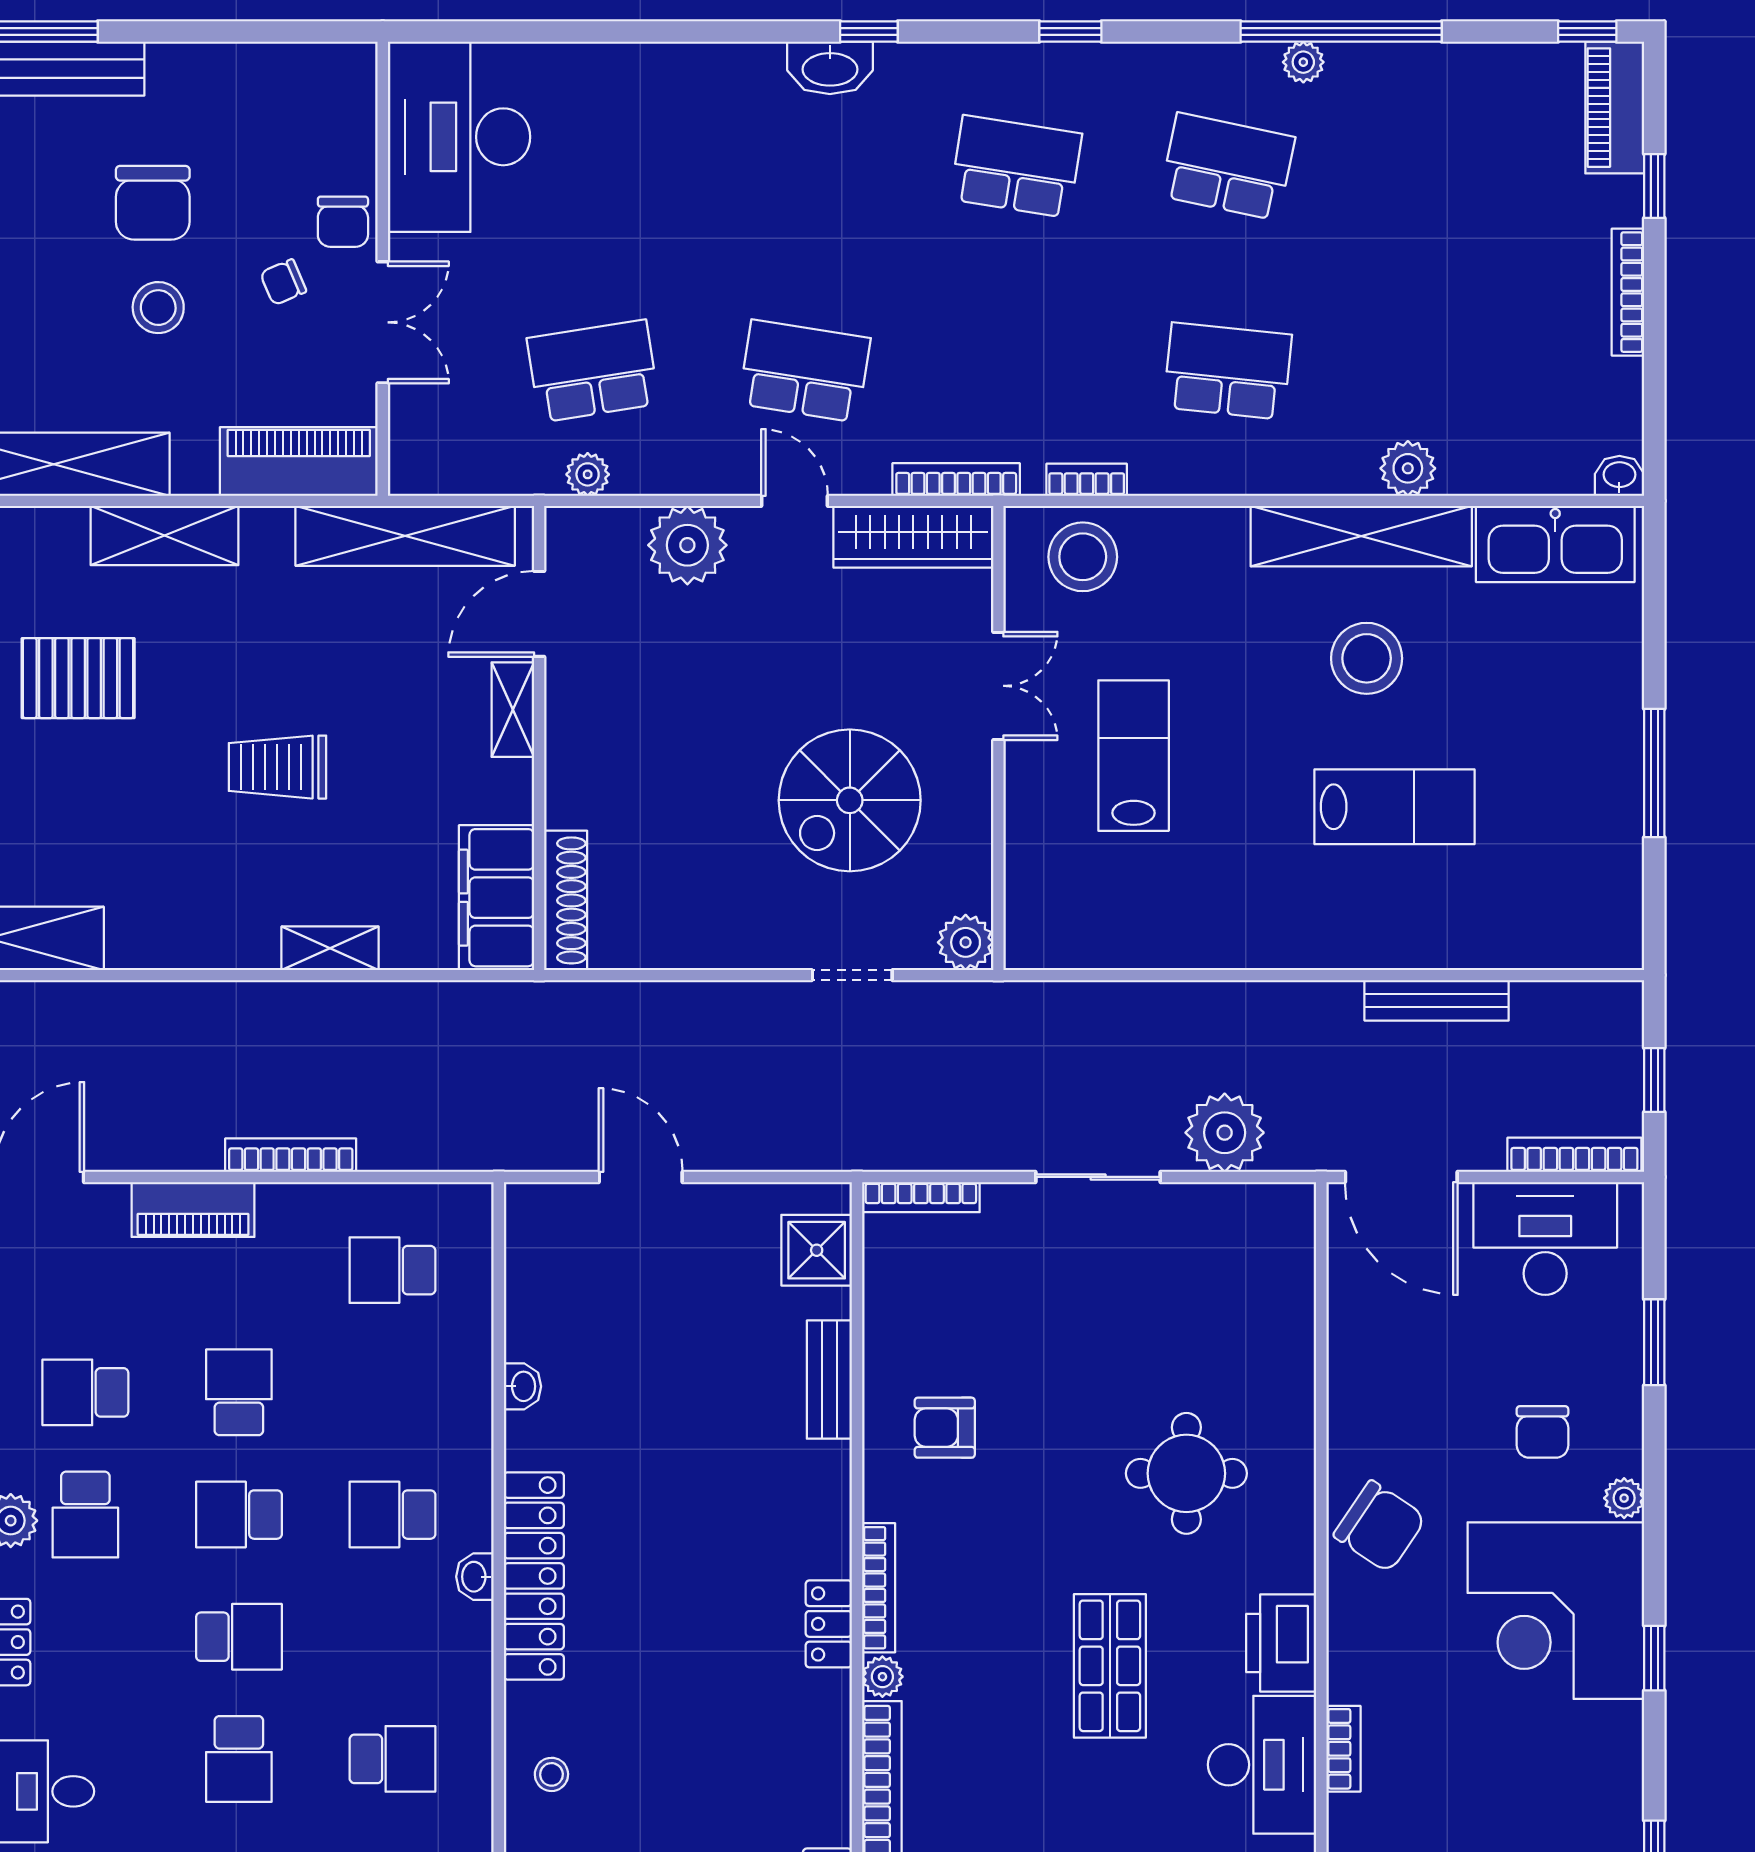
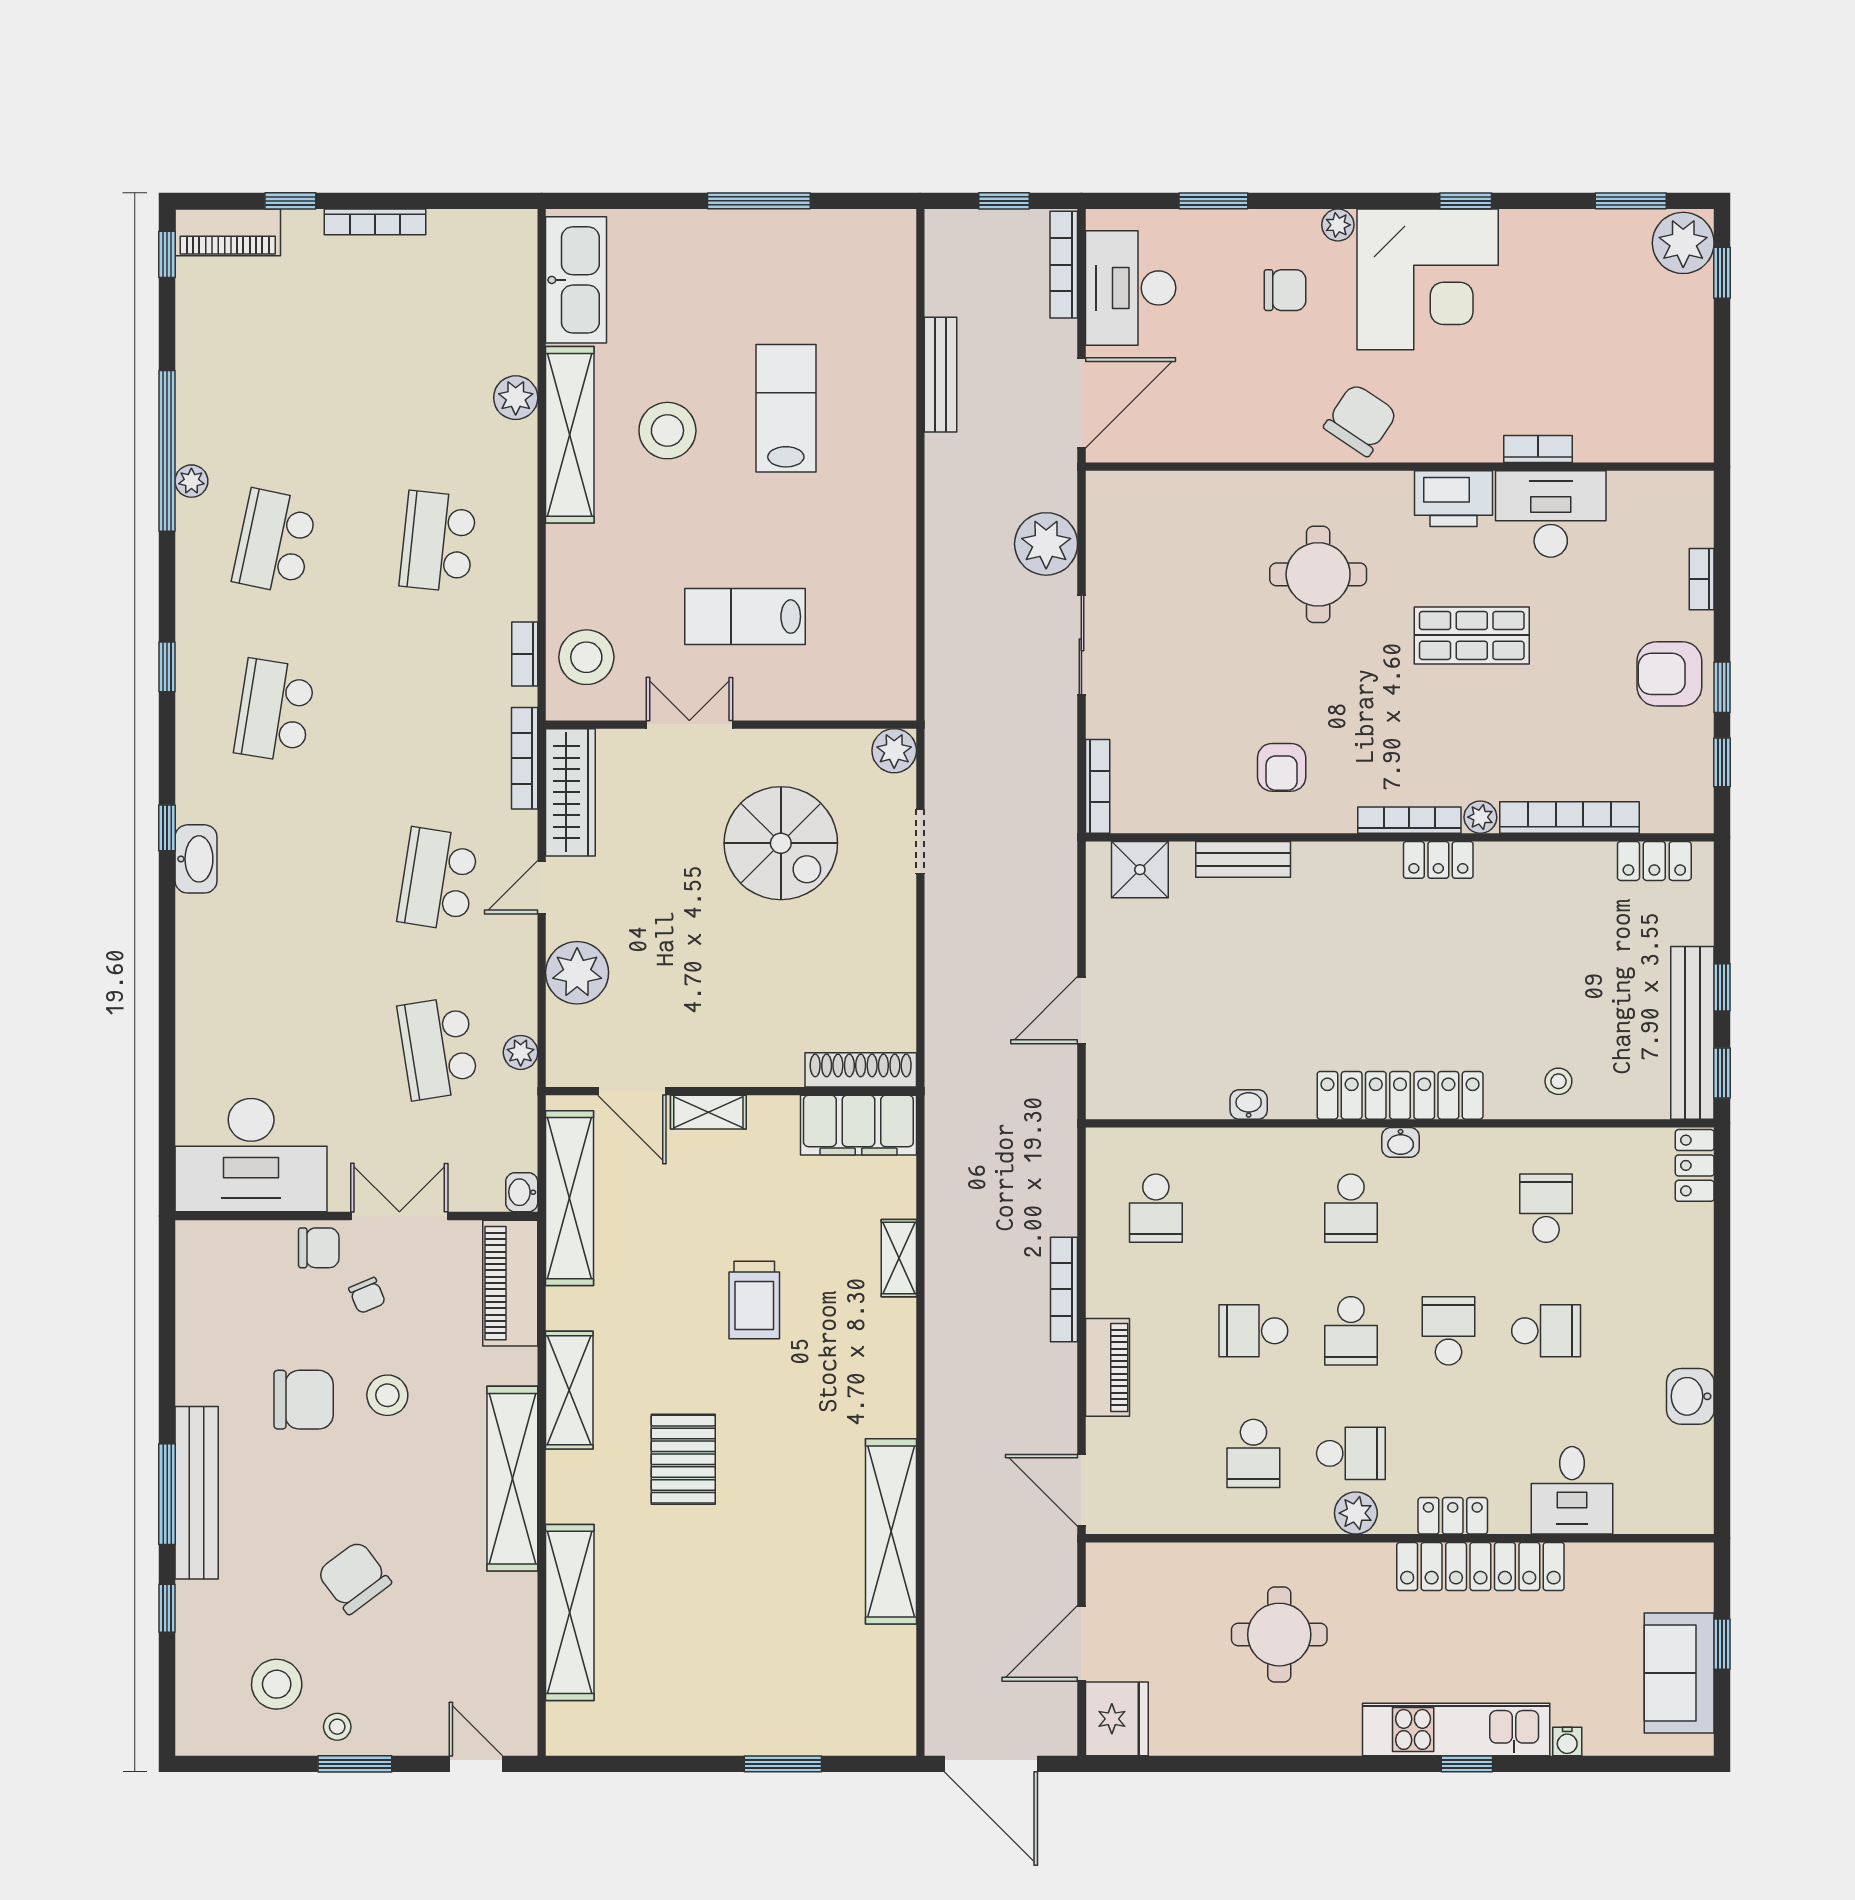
washbasin: (1619, 476) -> (522, 1192), moved

